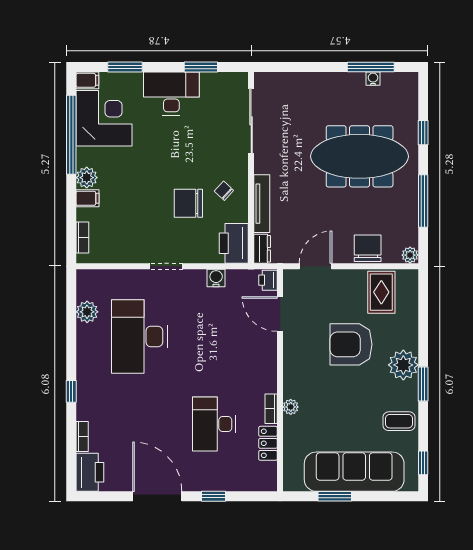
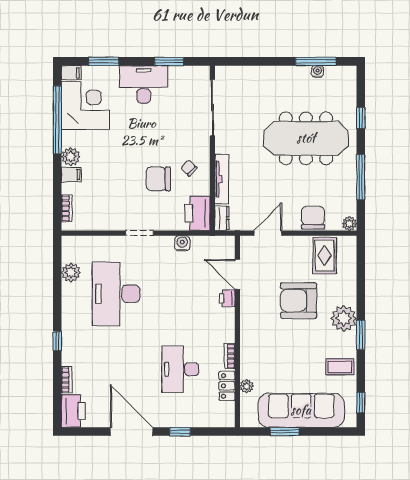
printer: (268, 280) -> (227, 298), moved
plant: (291, 407) -> (247, 386), moved

